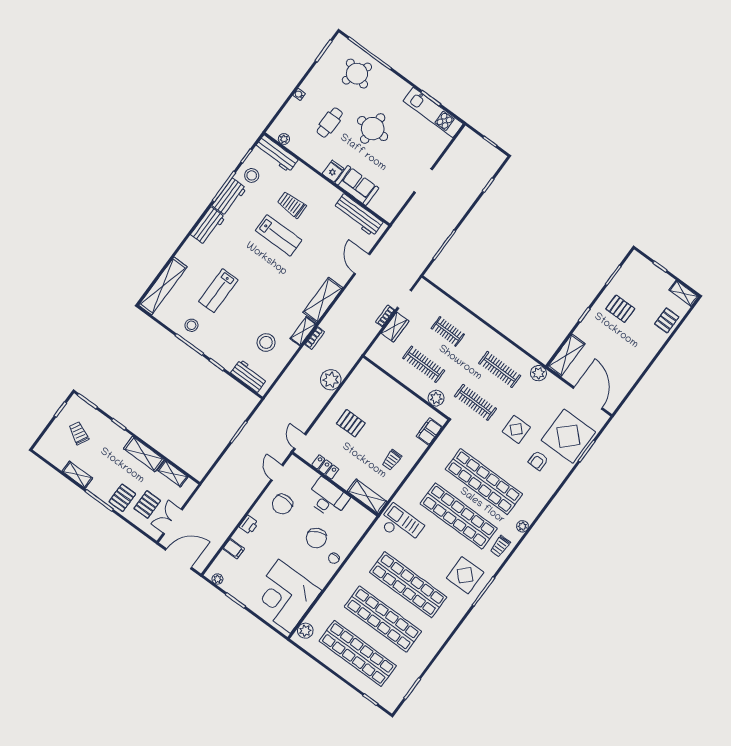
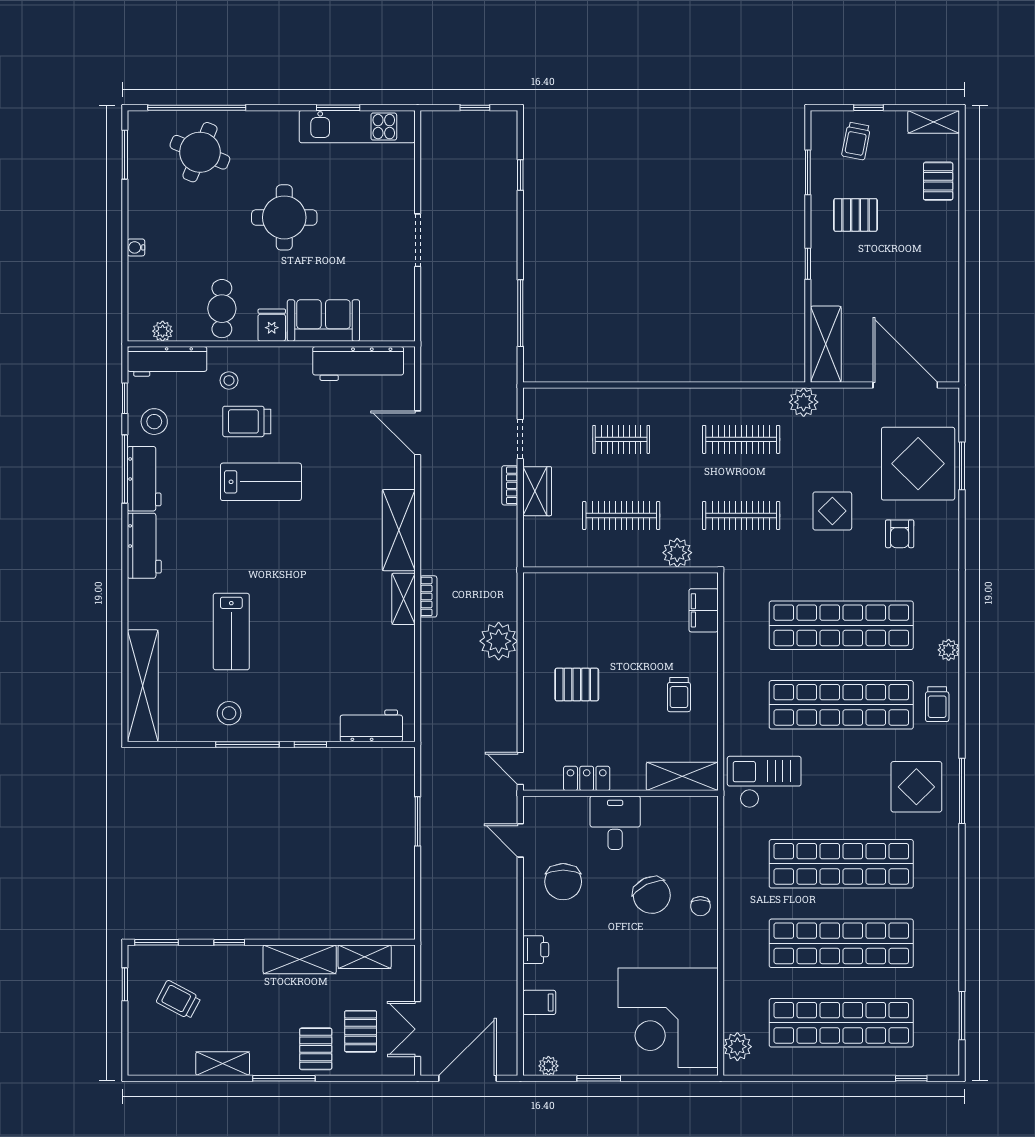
cafe table: (330, 123) -> (222, 309), moved
trolley: (644, 277) -> (856, 141), added
stool: (266, 342) -> (229, 380), moved, width x0.53, depth x0.53
desk: (328, 498) -> (615, 823), width x0.73

